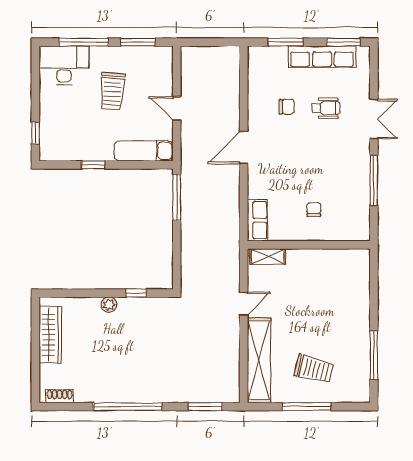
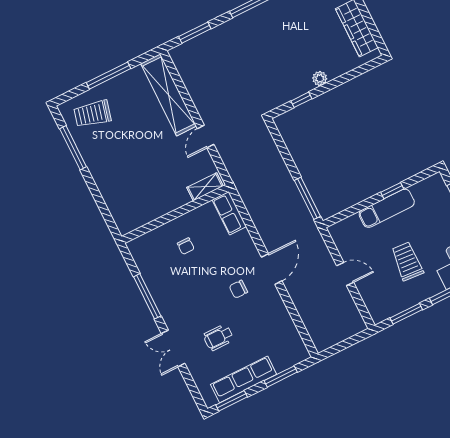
chair: (287, 107) -> (238, 289), moved
exam couch: (144, 151) -> (387, 208), moved
trolley: (314, 369) -> (92, 114), moved

